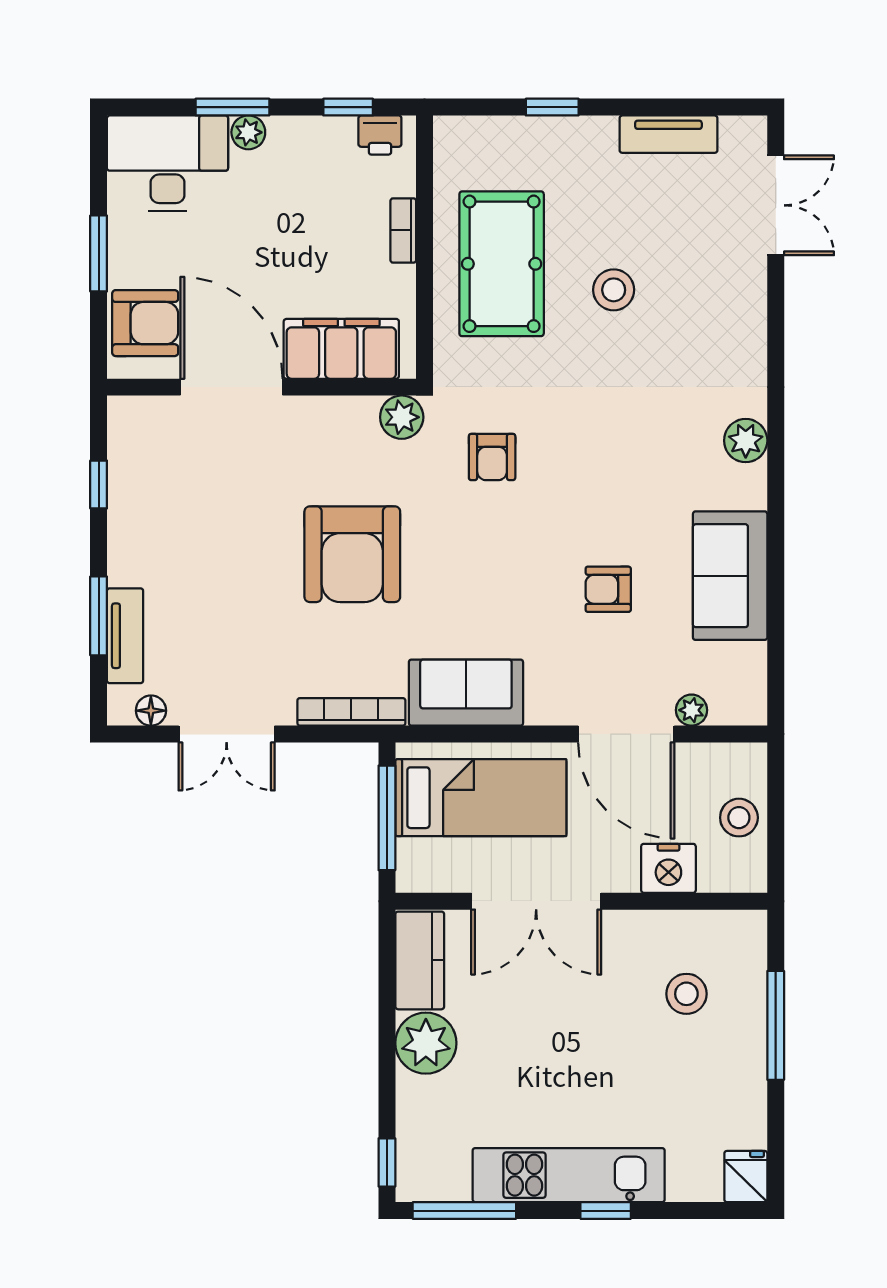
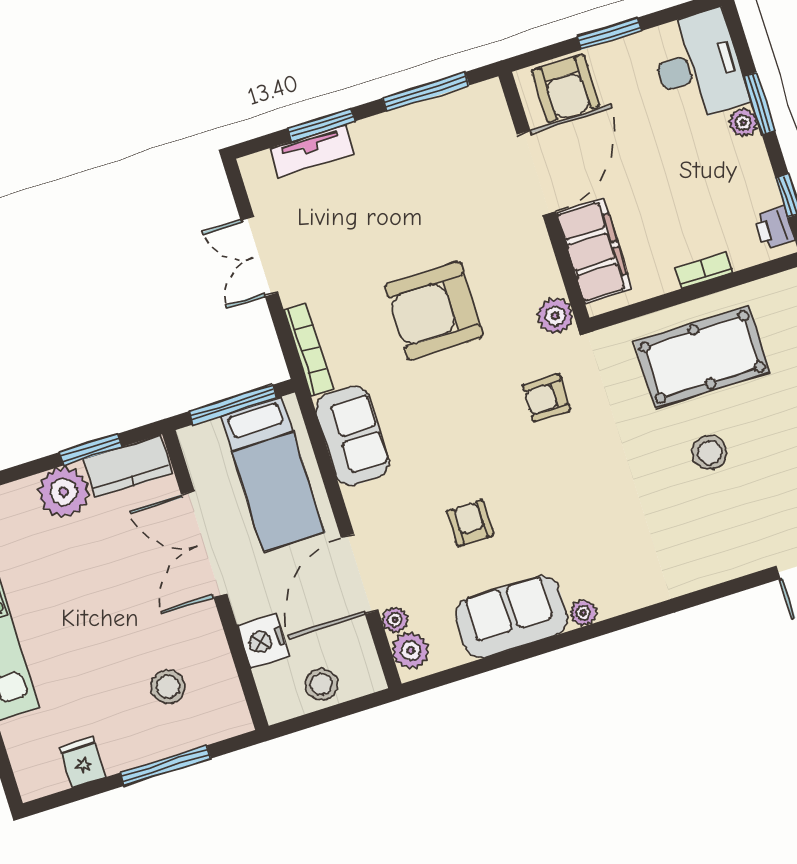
plant: (746, 441) -> (583, 613), moved, width x0.73, depth x0.73
window: (99, 484) -> (426, 92), width x2.17
plant: (733, 704) -> (410, 651), added
floor lamp: (151, 711) -> (259, 190), removed
window: (387, 997) -> (91, 449), added
fridge: (746, 1177) -> (83, 762), moved, turned -90

